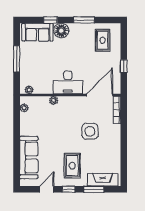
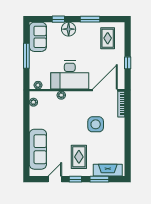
sofa: (37, 32) -> (38, 37), moved, turned -90
desk: (68, 82) -> (70, 75), width x1.36, depth x1.30

